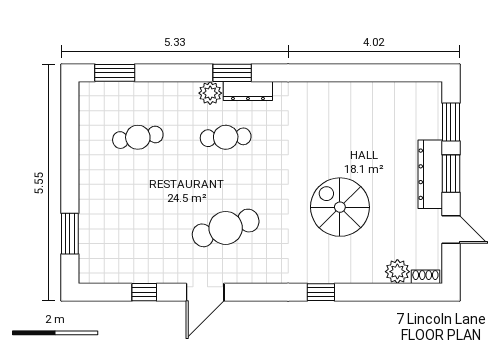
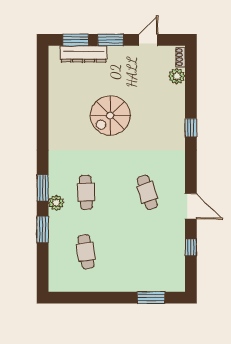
window: (115, 73) -> (43, 229), moved
dresser: (248, 91) -> (55, 177), removed
dresser: (430, 174) -> (84, 54), moved
spiral stairs: (340, 207) -> (110, 116), moved
cafe table: (226, 228) -> (147, 192), width x0.73, depth x0.74

